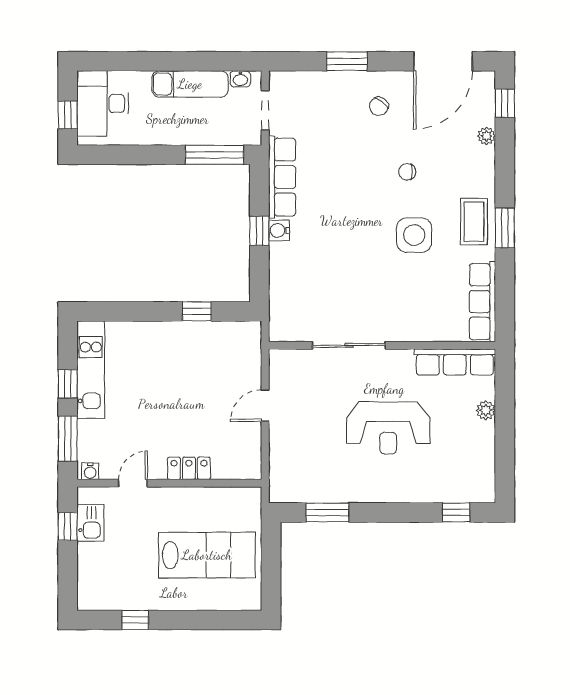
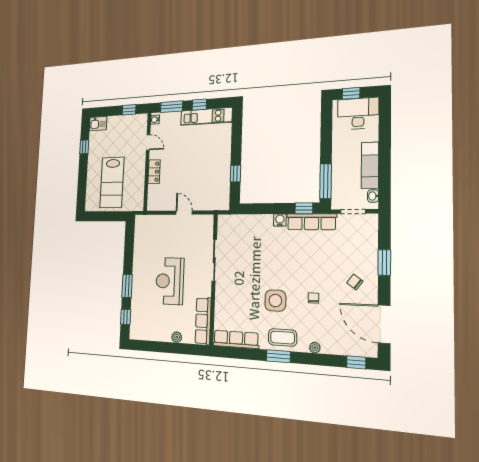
plant: (487, 136) -> (315, 348), moved
window: (259, 231) -> (304, 208), moved
window: (327, 512) -> (127, 286), moved
kitchen sink: (90, 523) -> (98, 123), moved

